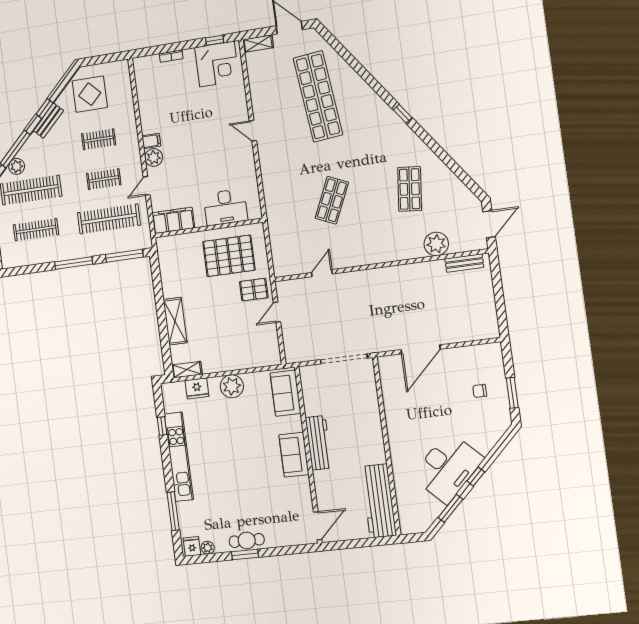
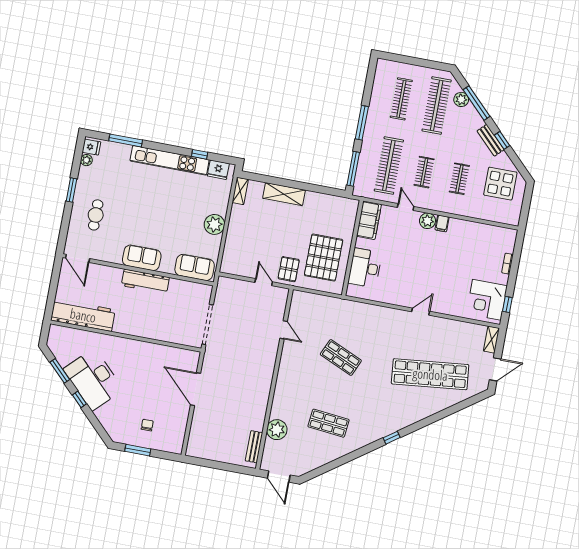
fridge: (197, 388) -> (218, 170), moved, turned -90
cafe table: (247, 540) -> (96, 215), moved

